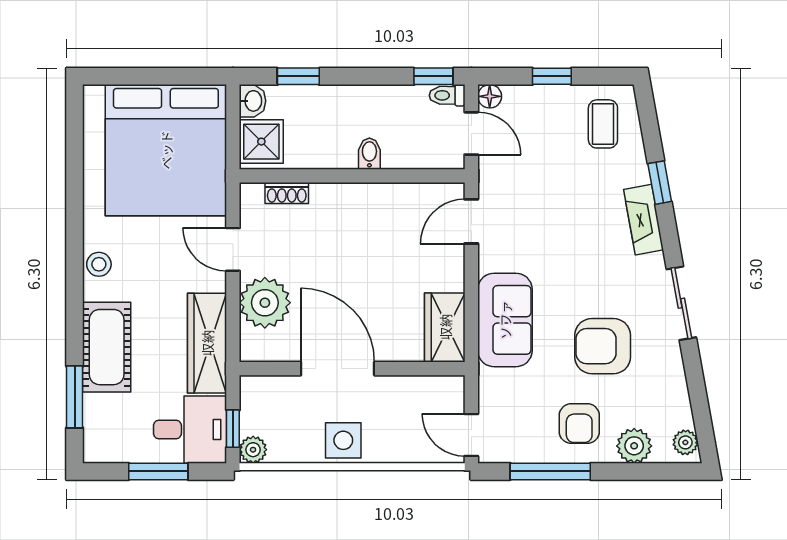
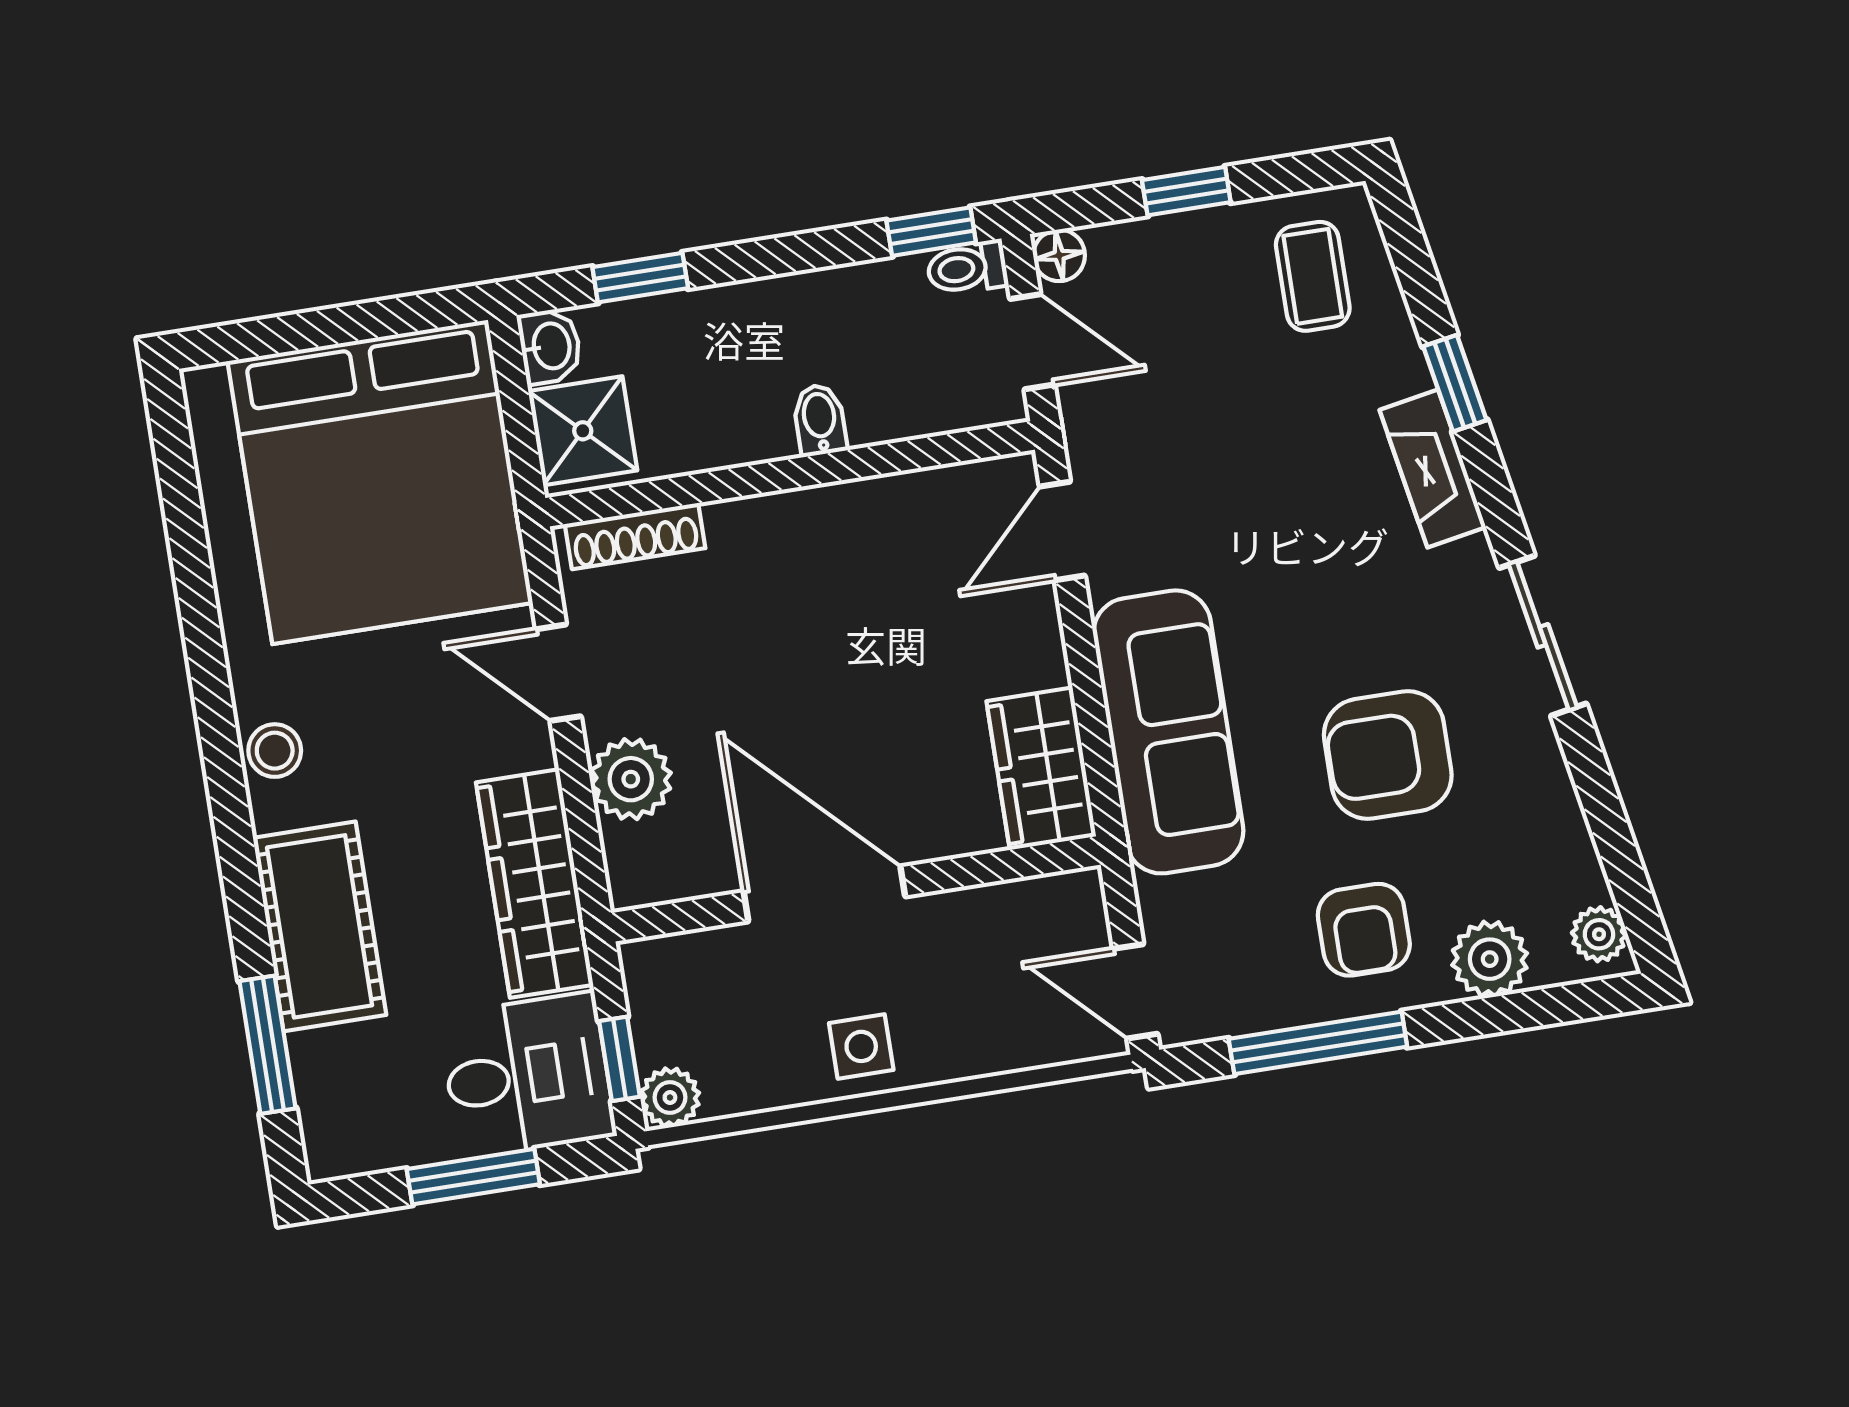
shoe rack: (287, 193) -> (635, 536), width x1.43
plant: (265, 303) -> (631, 779), width x0.73, depth x0.73
sofa: (505, 320) -> (1168, 732), width x1.36
side table: (343, 440) -> (861, 1046), width x0.73, depth x0.73

